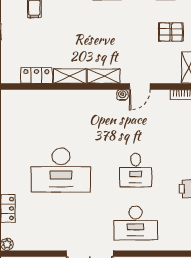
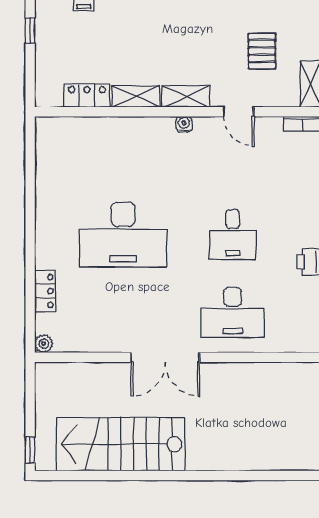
pallet: (171, 32) -> (262, 51), moved, turned 90
door: (140, 87) -> (239, 112), hinge flipped
water cooler: (122, 95) -> (184, 124), moved

